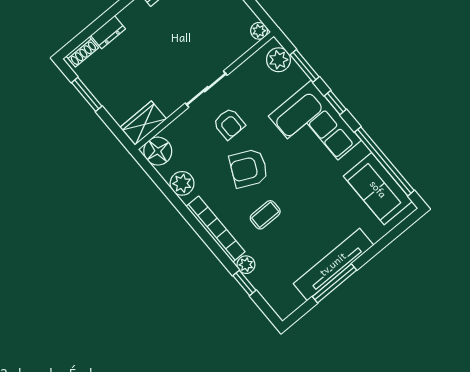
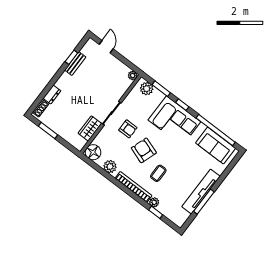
wardrobe: (143, 123) -> (90, 128), moved
armchair: (249, 168) -> (144, 150), turned 83

